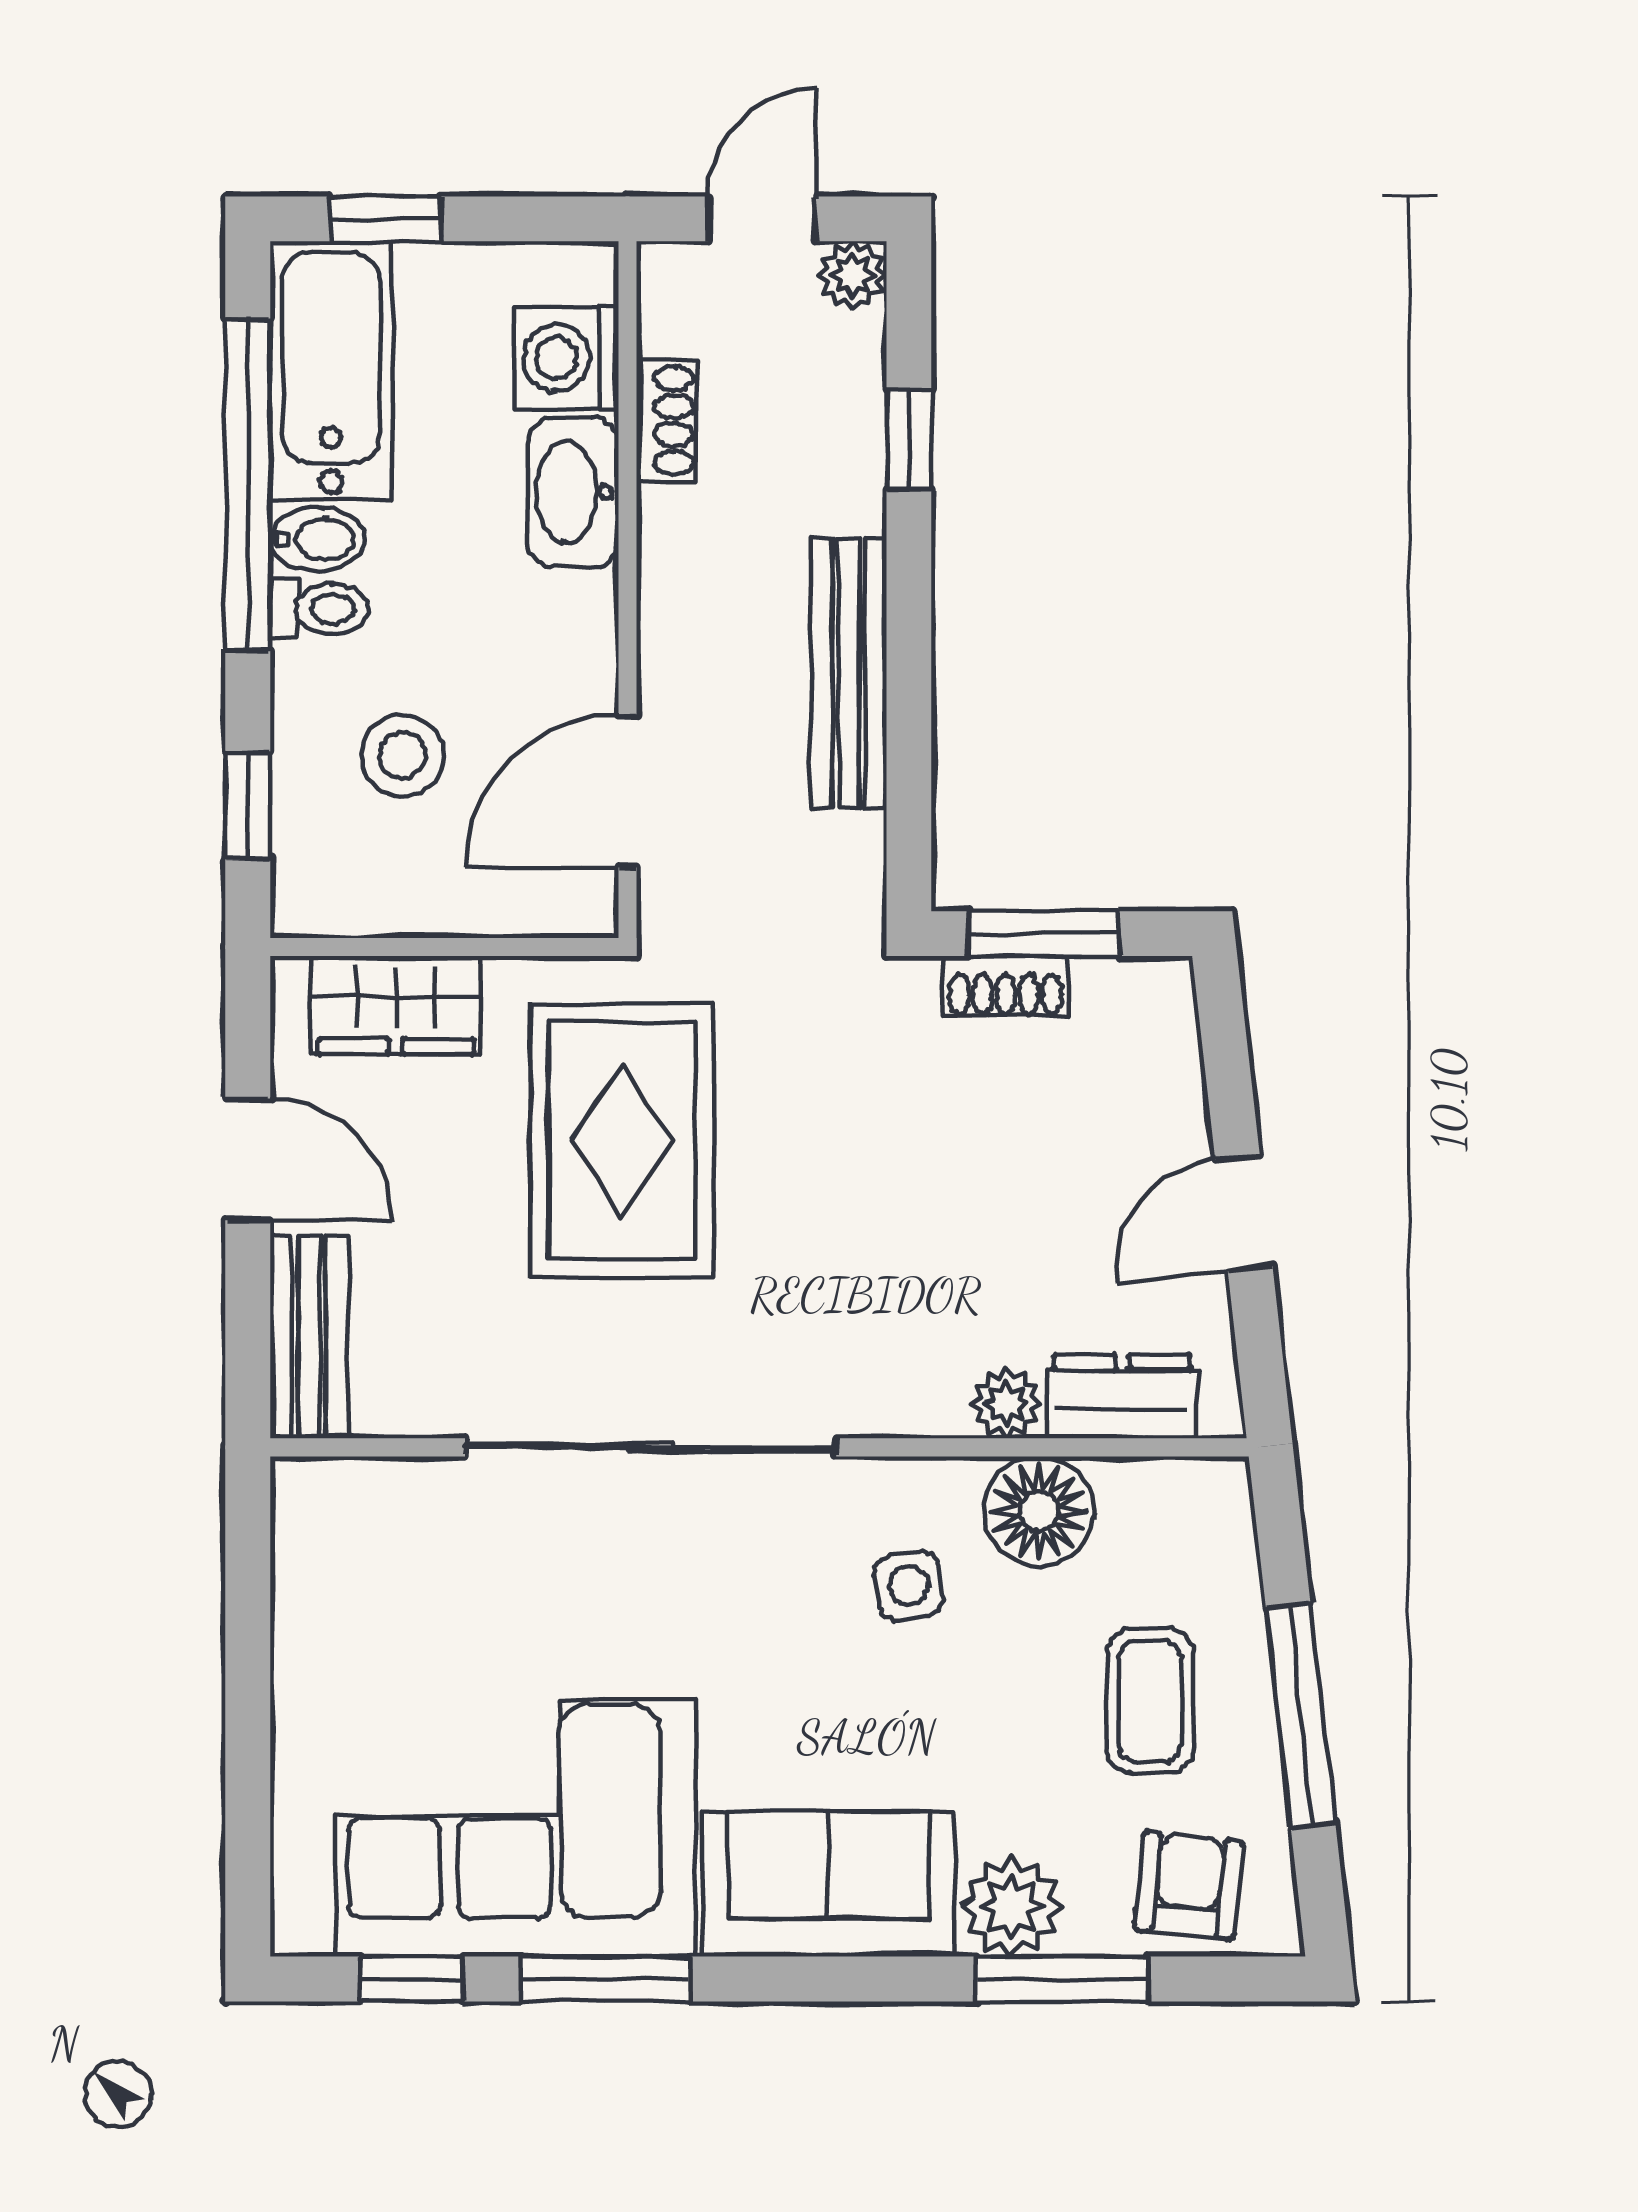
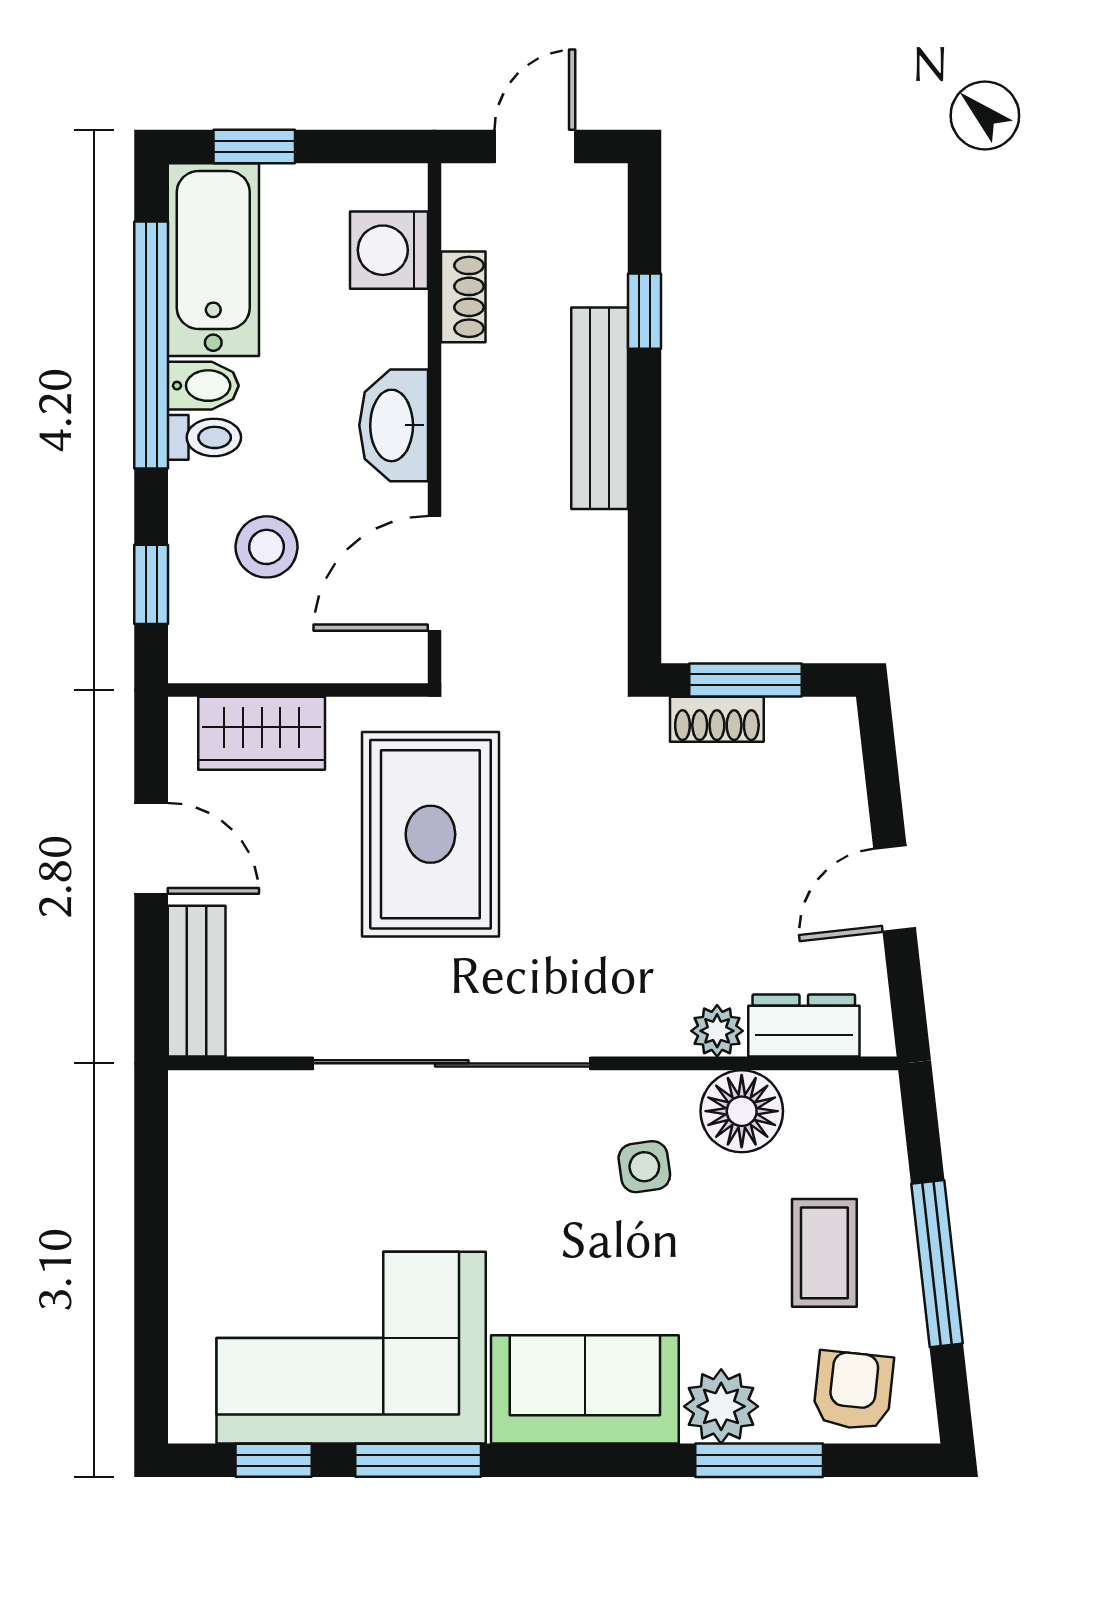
plant: (852, 275) -> (602, 189), removed
washbasin: (573, 492) -> (394, 425), moved
bench: (849, 673) -> (600, 408), moved

